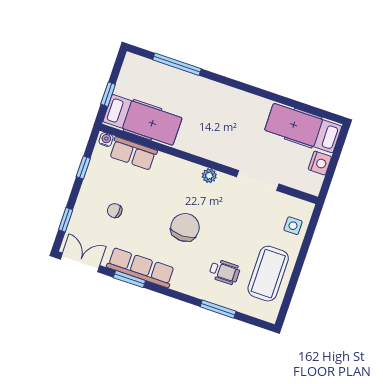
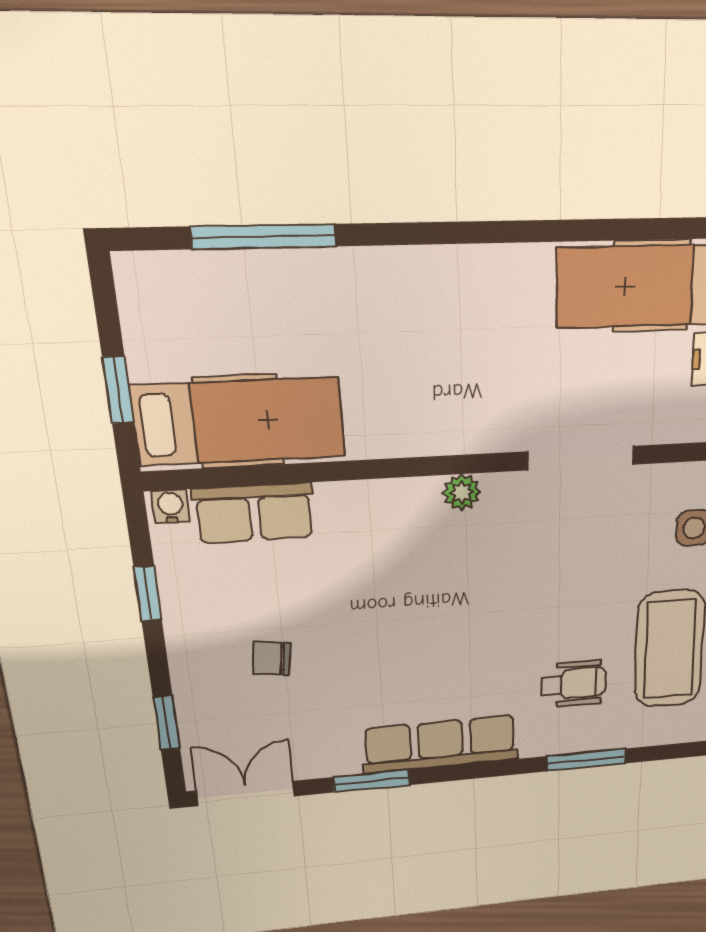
chair: (185, 227) -> (450, 629), removed
row of seats: (141, 268) -> (441, 744), moved

